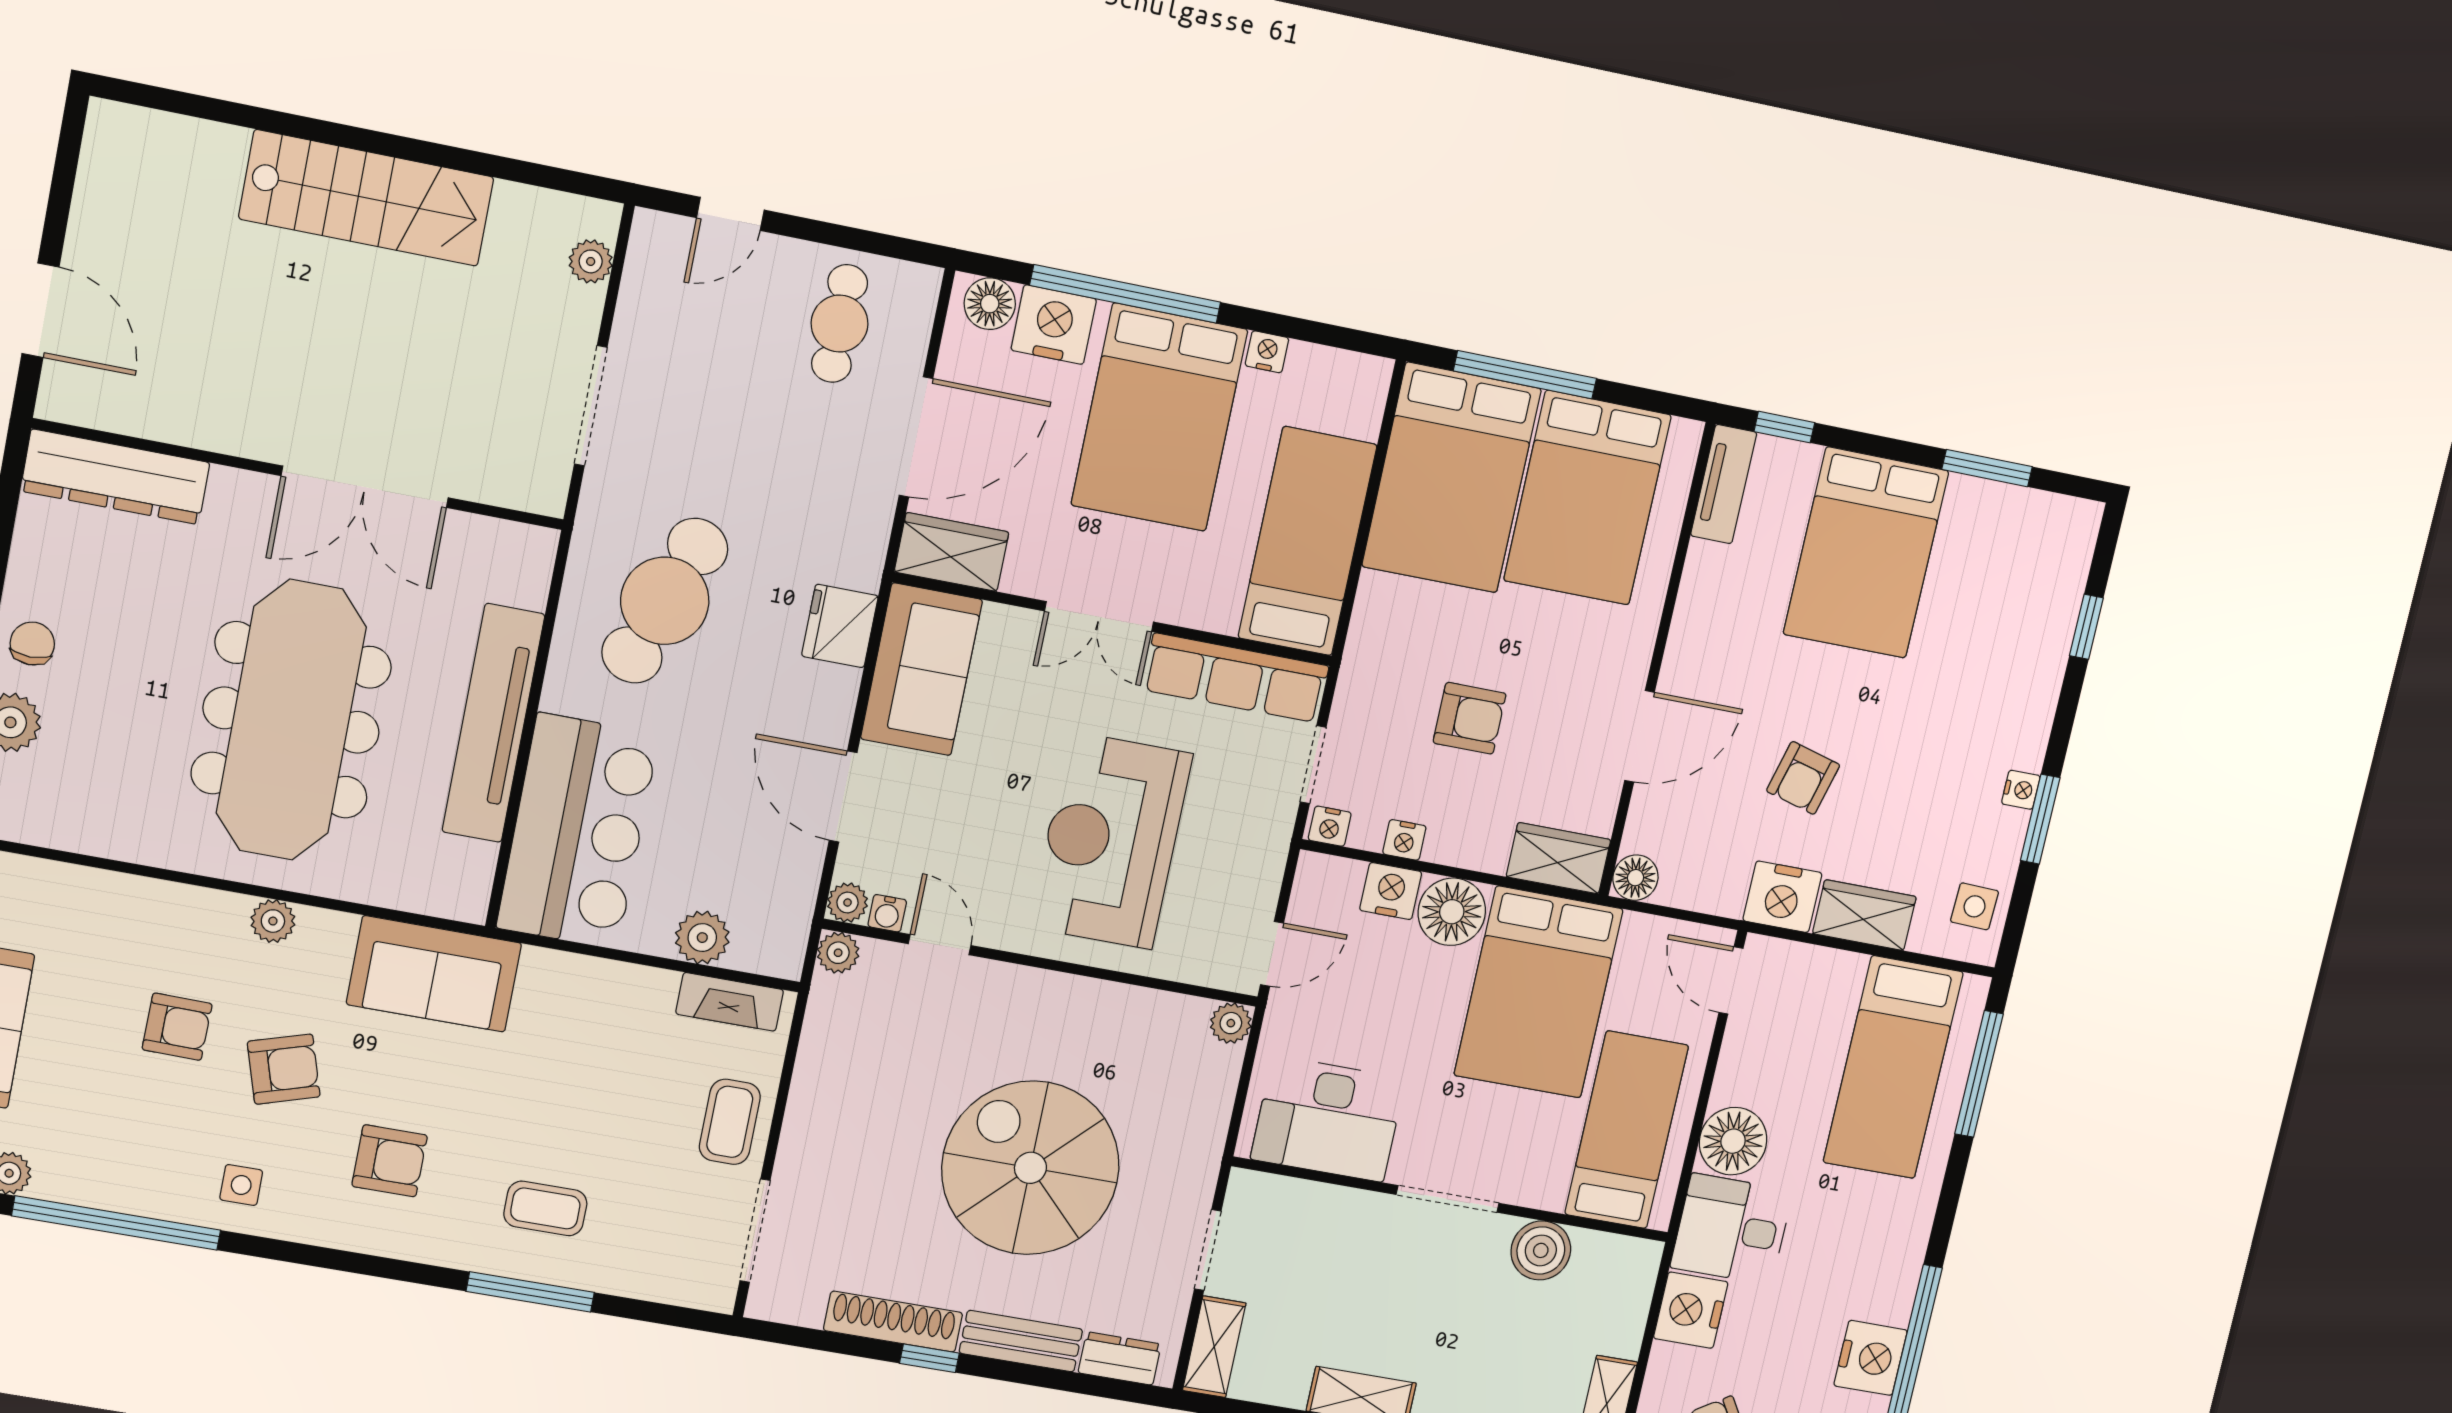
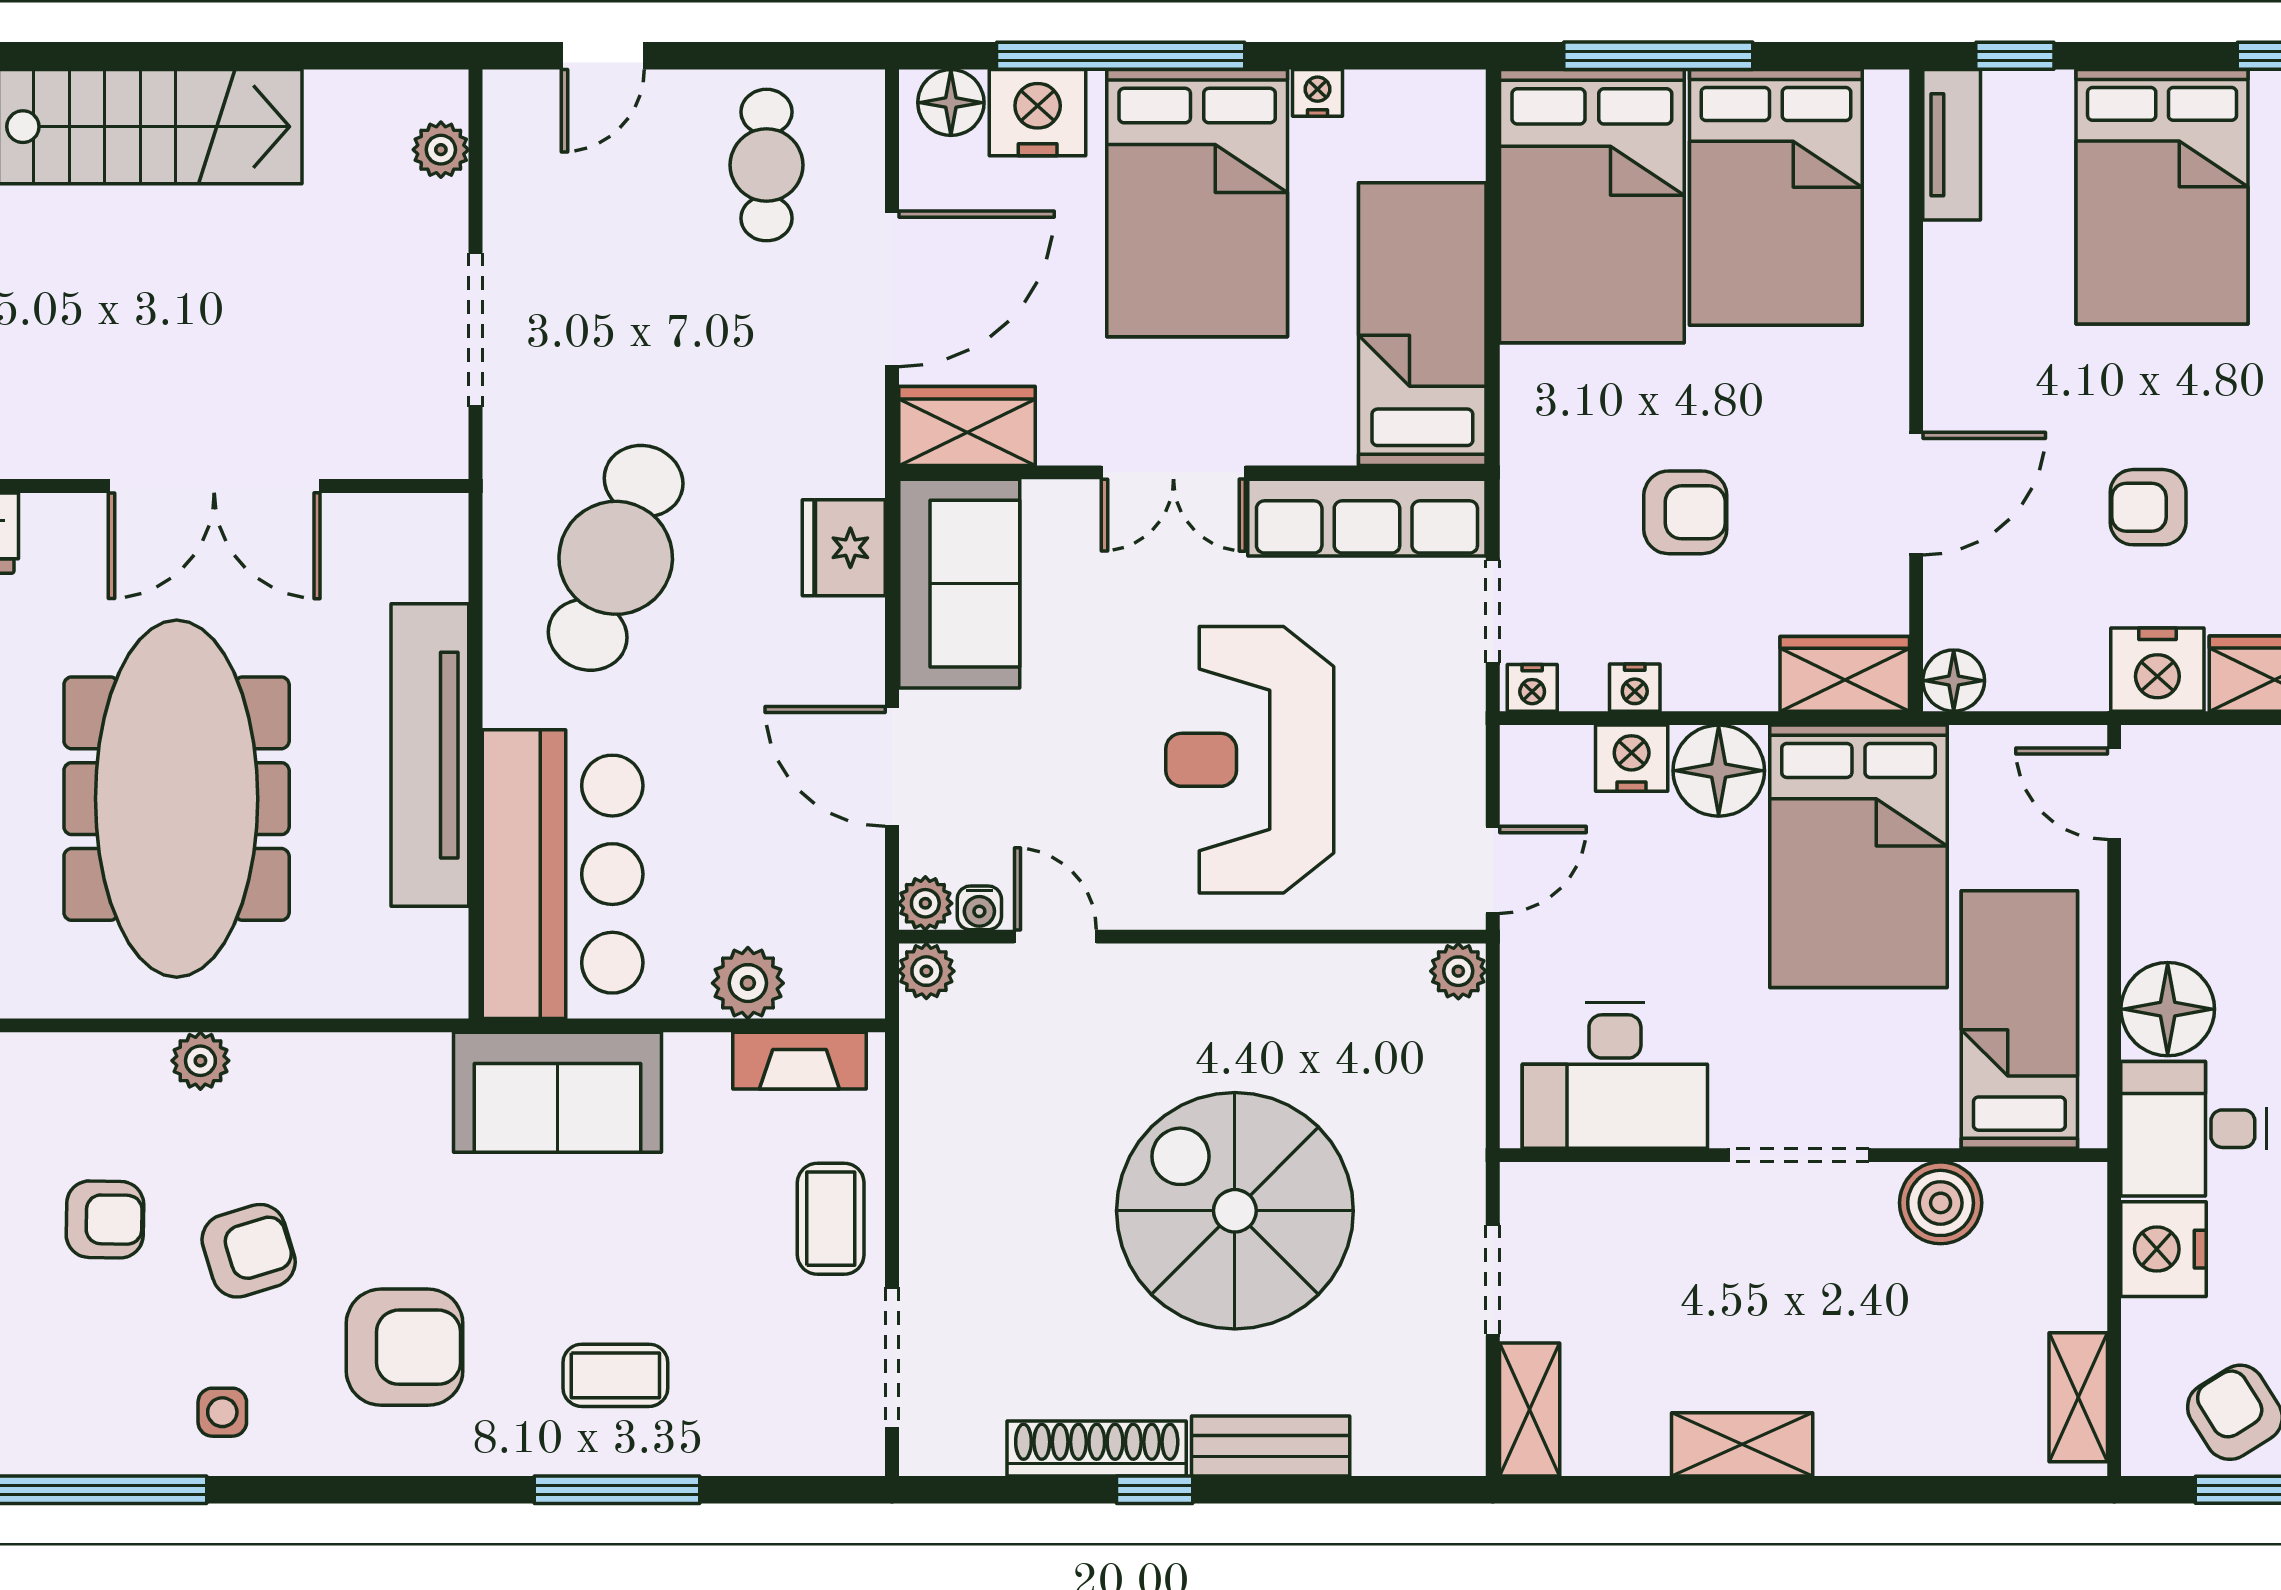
armchair: (1803, 778) -> (2148, 507), turned 75
sofa: (434, 974) -> (557, 1092), moved
armchair: (390, 1161) -> (405, 1347), width x1.38, depth x1.38
dresser: (1120, 1358) -> (1407, 1447), removed

